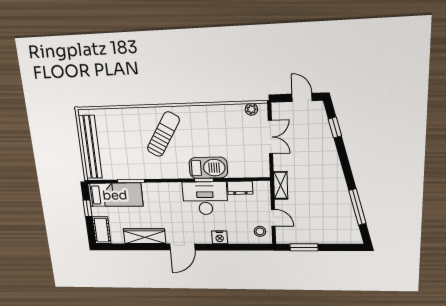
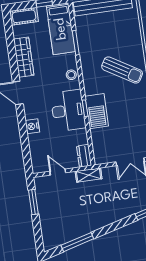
dresser: (240, 188) -> (84, 156), moved
door: (273, 218) -> (58, 172), swing flipped
stool: (260, 231) -> (71, 75), moved

